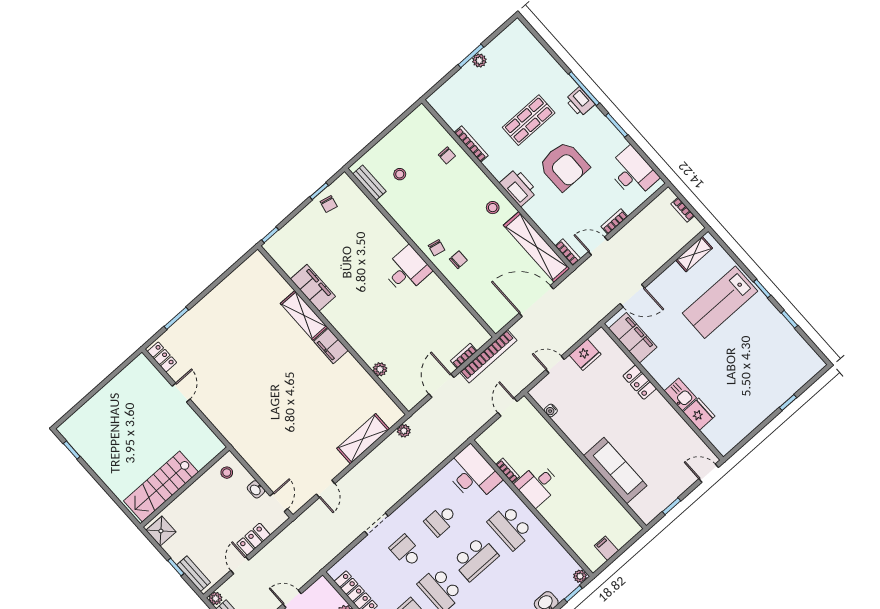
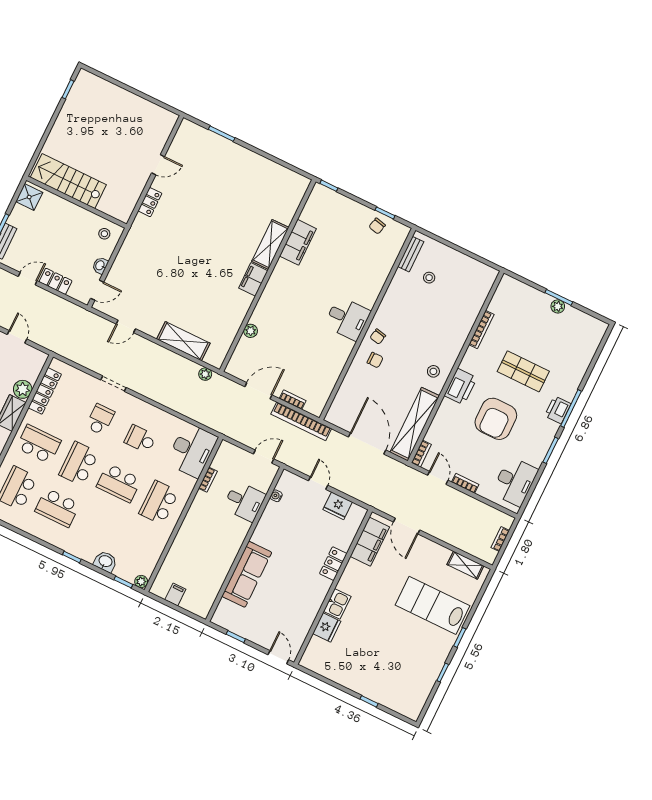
chair: (447, 155) -> (463, 312), removed
locker: (162, 357) -> (150, 202), moved
desk: (538, 485) -> (244, 501), moved, turned 180

